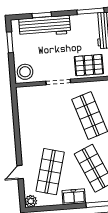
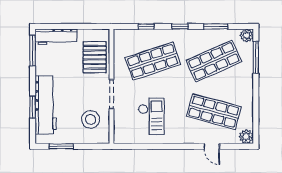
stool: (25, 72) -> (90, 119), moved
checkout: (42, 118) -> (151, 116), added
freezer: (74, 197) -> (245, 87), removed

